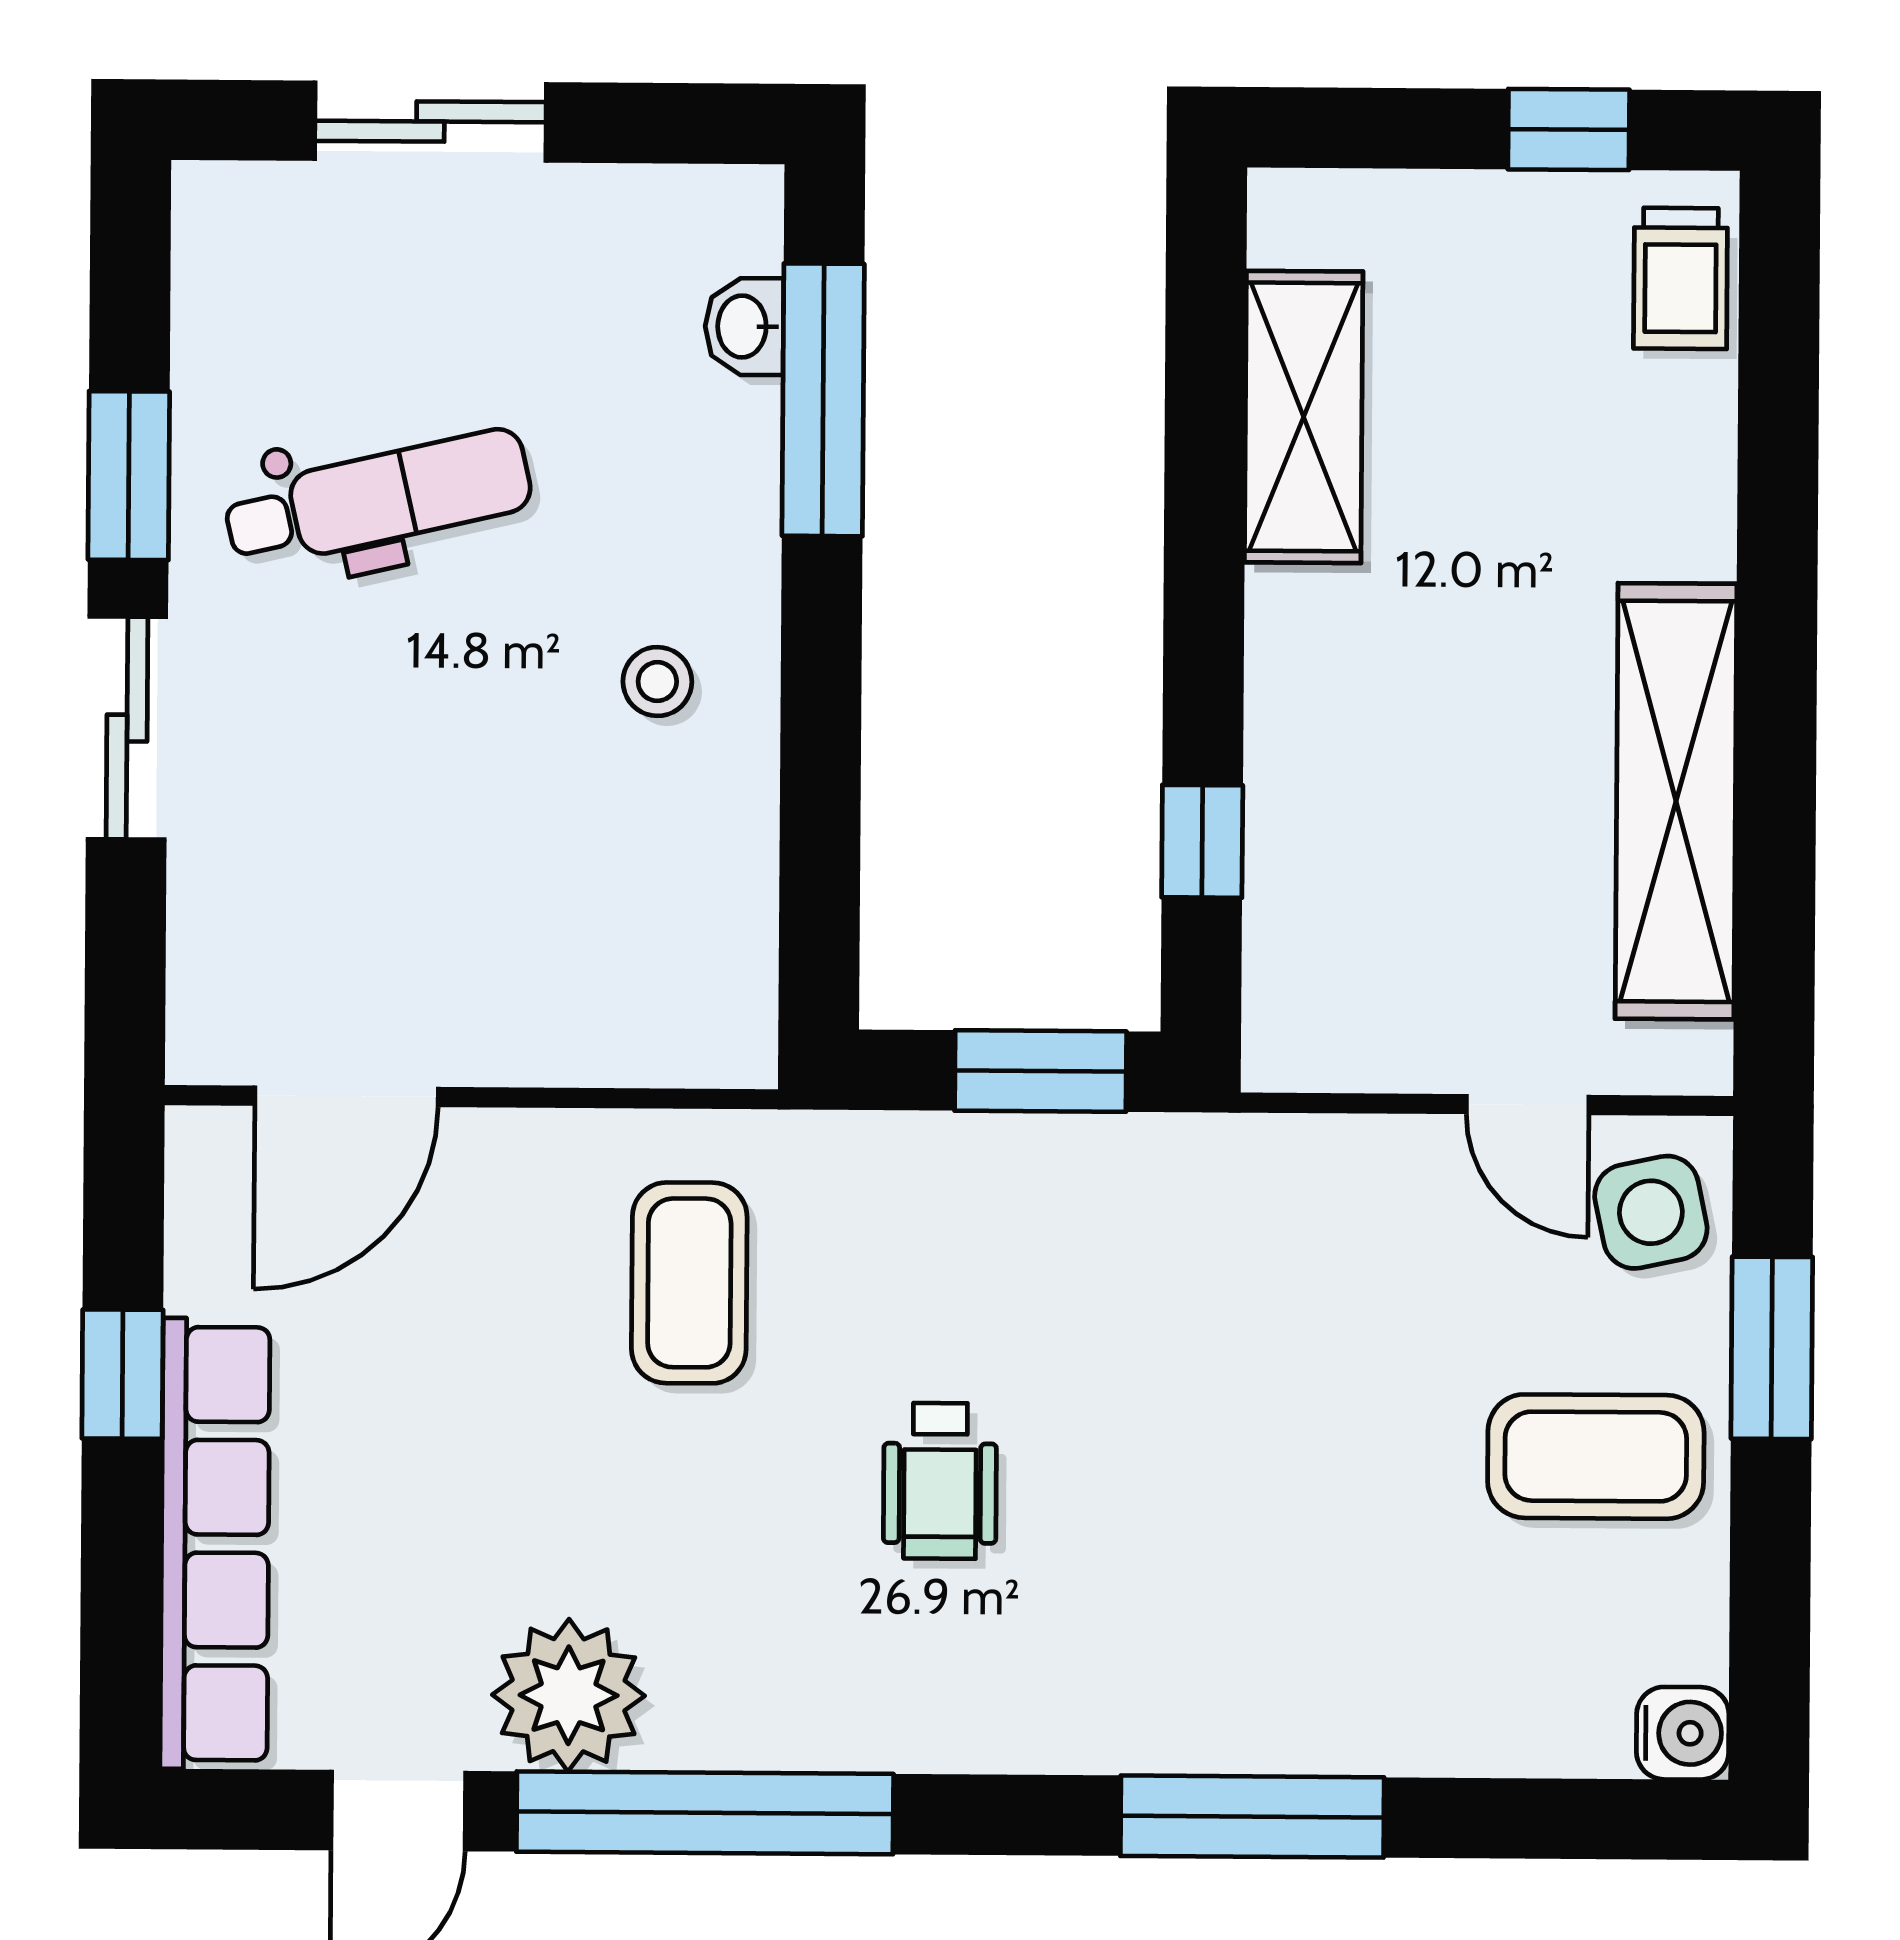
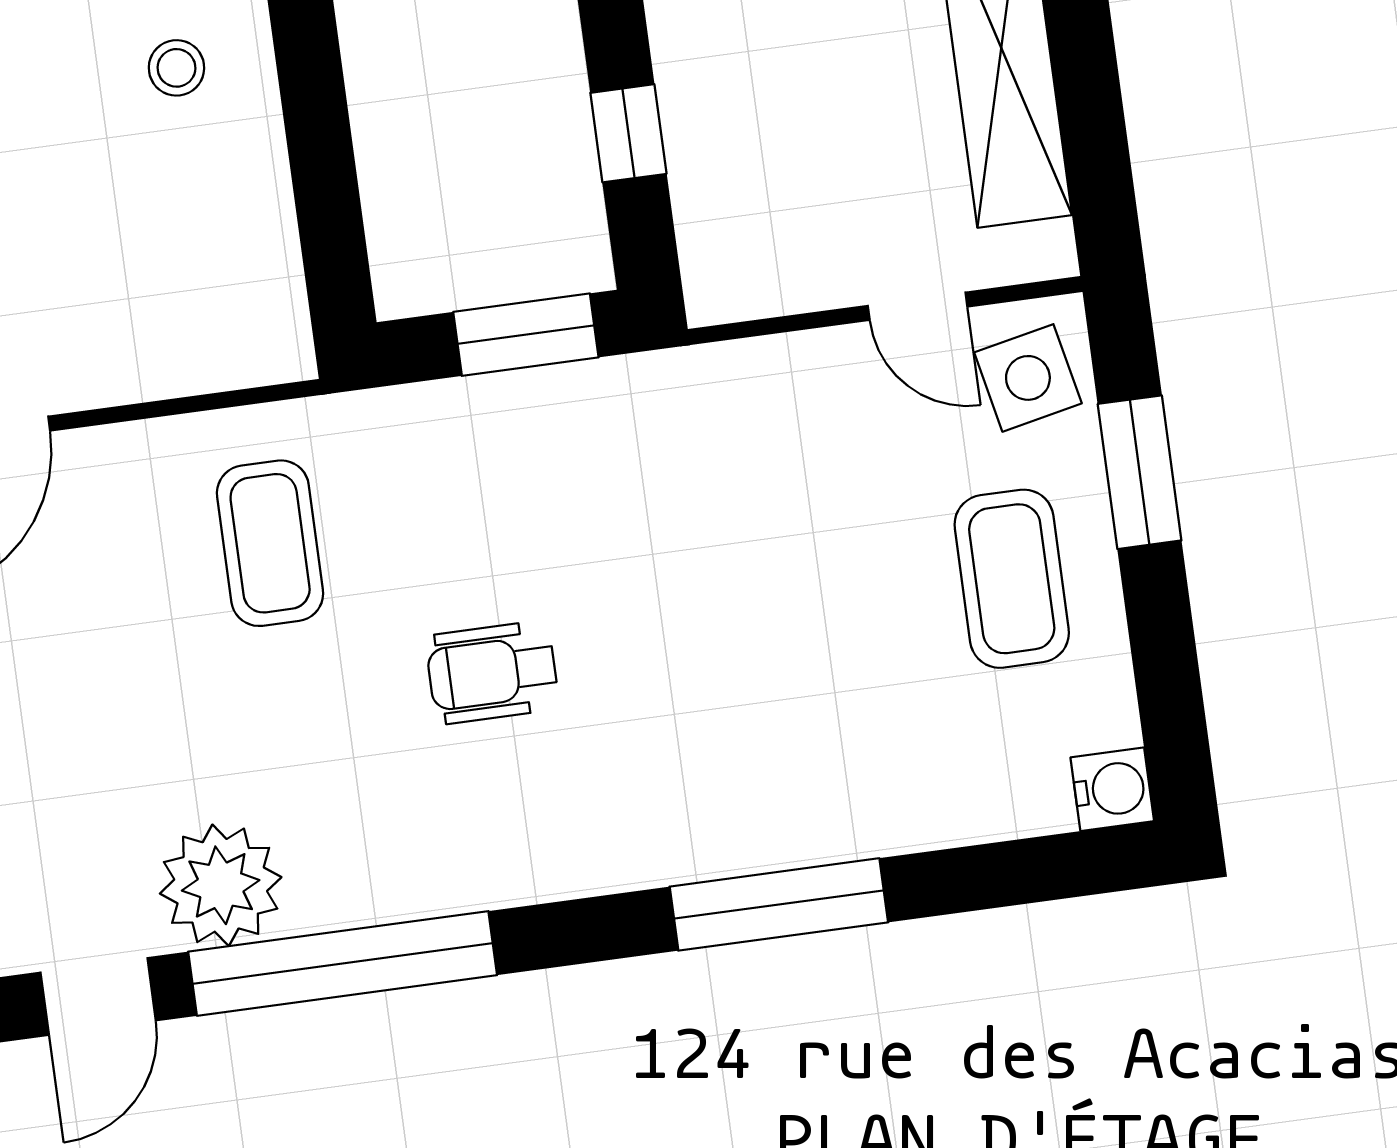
coffee table: (1596, 1457) -> (1012, 579), turned 90
wheelchair: (940, 1481) -> (492, 672), turned 90

